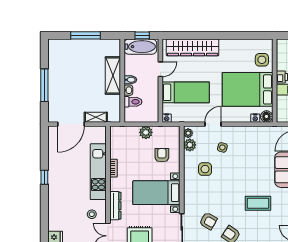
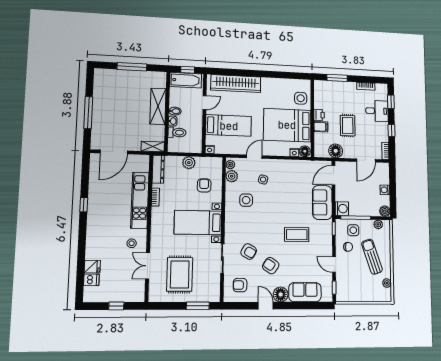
shelving: (96, 117) -> (153, 146), moved
dresser: (115, 206) -> (158, 169), moved

